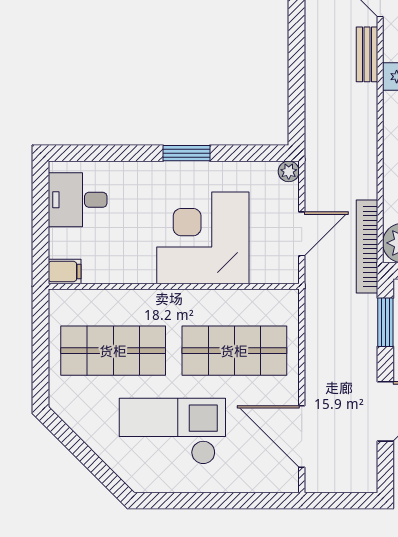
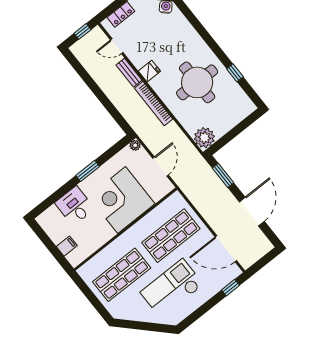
desk: (78, 200) -> (75, 206), moved, turned 90
bookcase: (367, 246) -> (154, 104), moved
filing cabinet: (65, 272) -> (67, 246), moved
window: (262, 501) -> (230, 288), added

